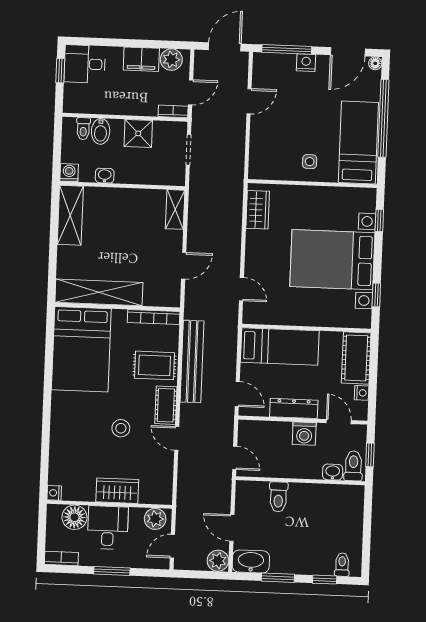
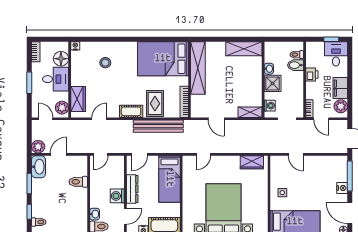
door: (249, 101) -> (296, 154), moved
printer: (117, 105) -> (312, 75), added
shower: (138, 133) -> (273, 83), moved
washing machine: (69, 173) -> (270, 106), moved
stool: (121, 428) -> (105, 63), moved
door: (177, 438) -> (99, 119), moved
wardrobe: (117, 491) -> (78, 99), moved

